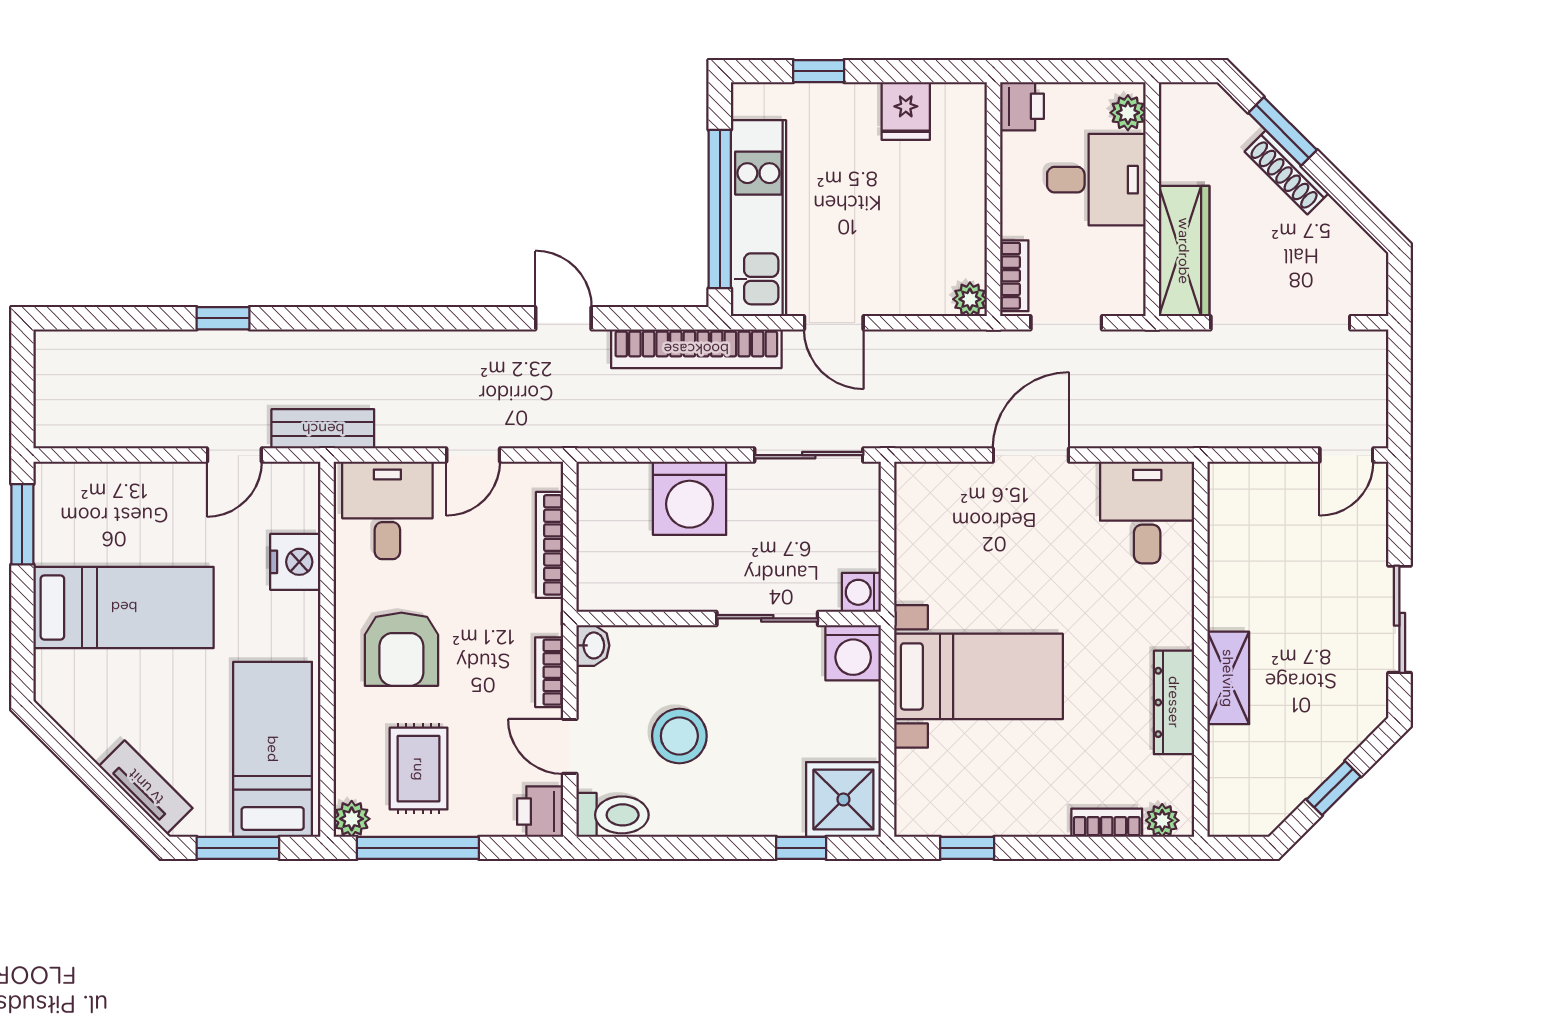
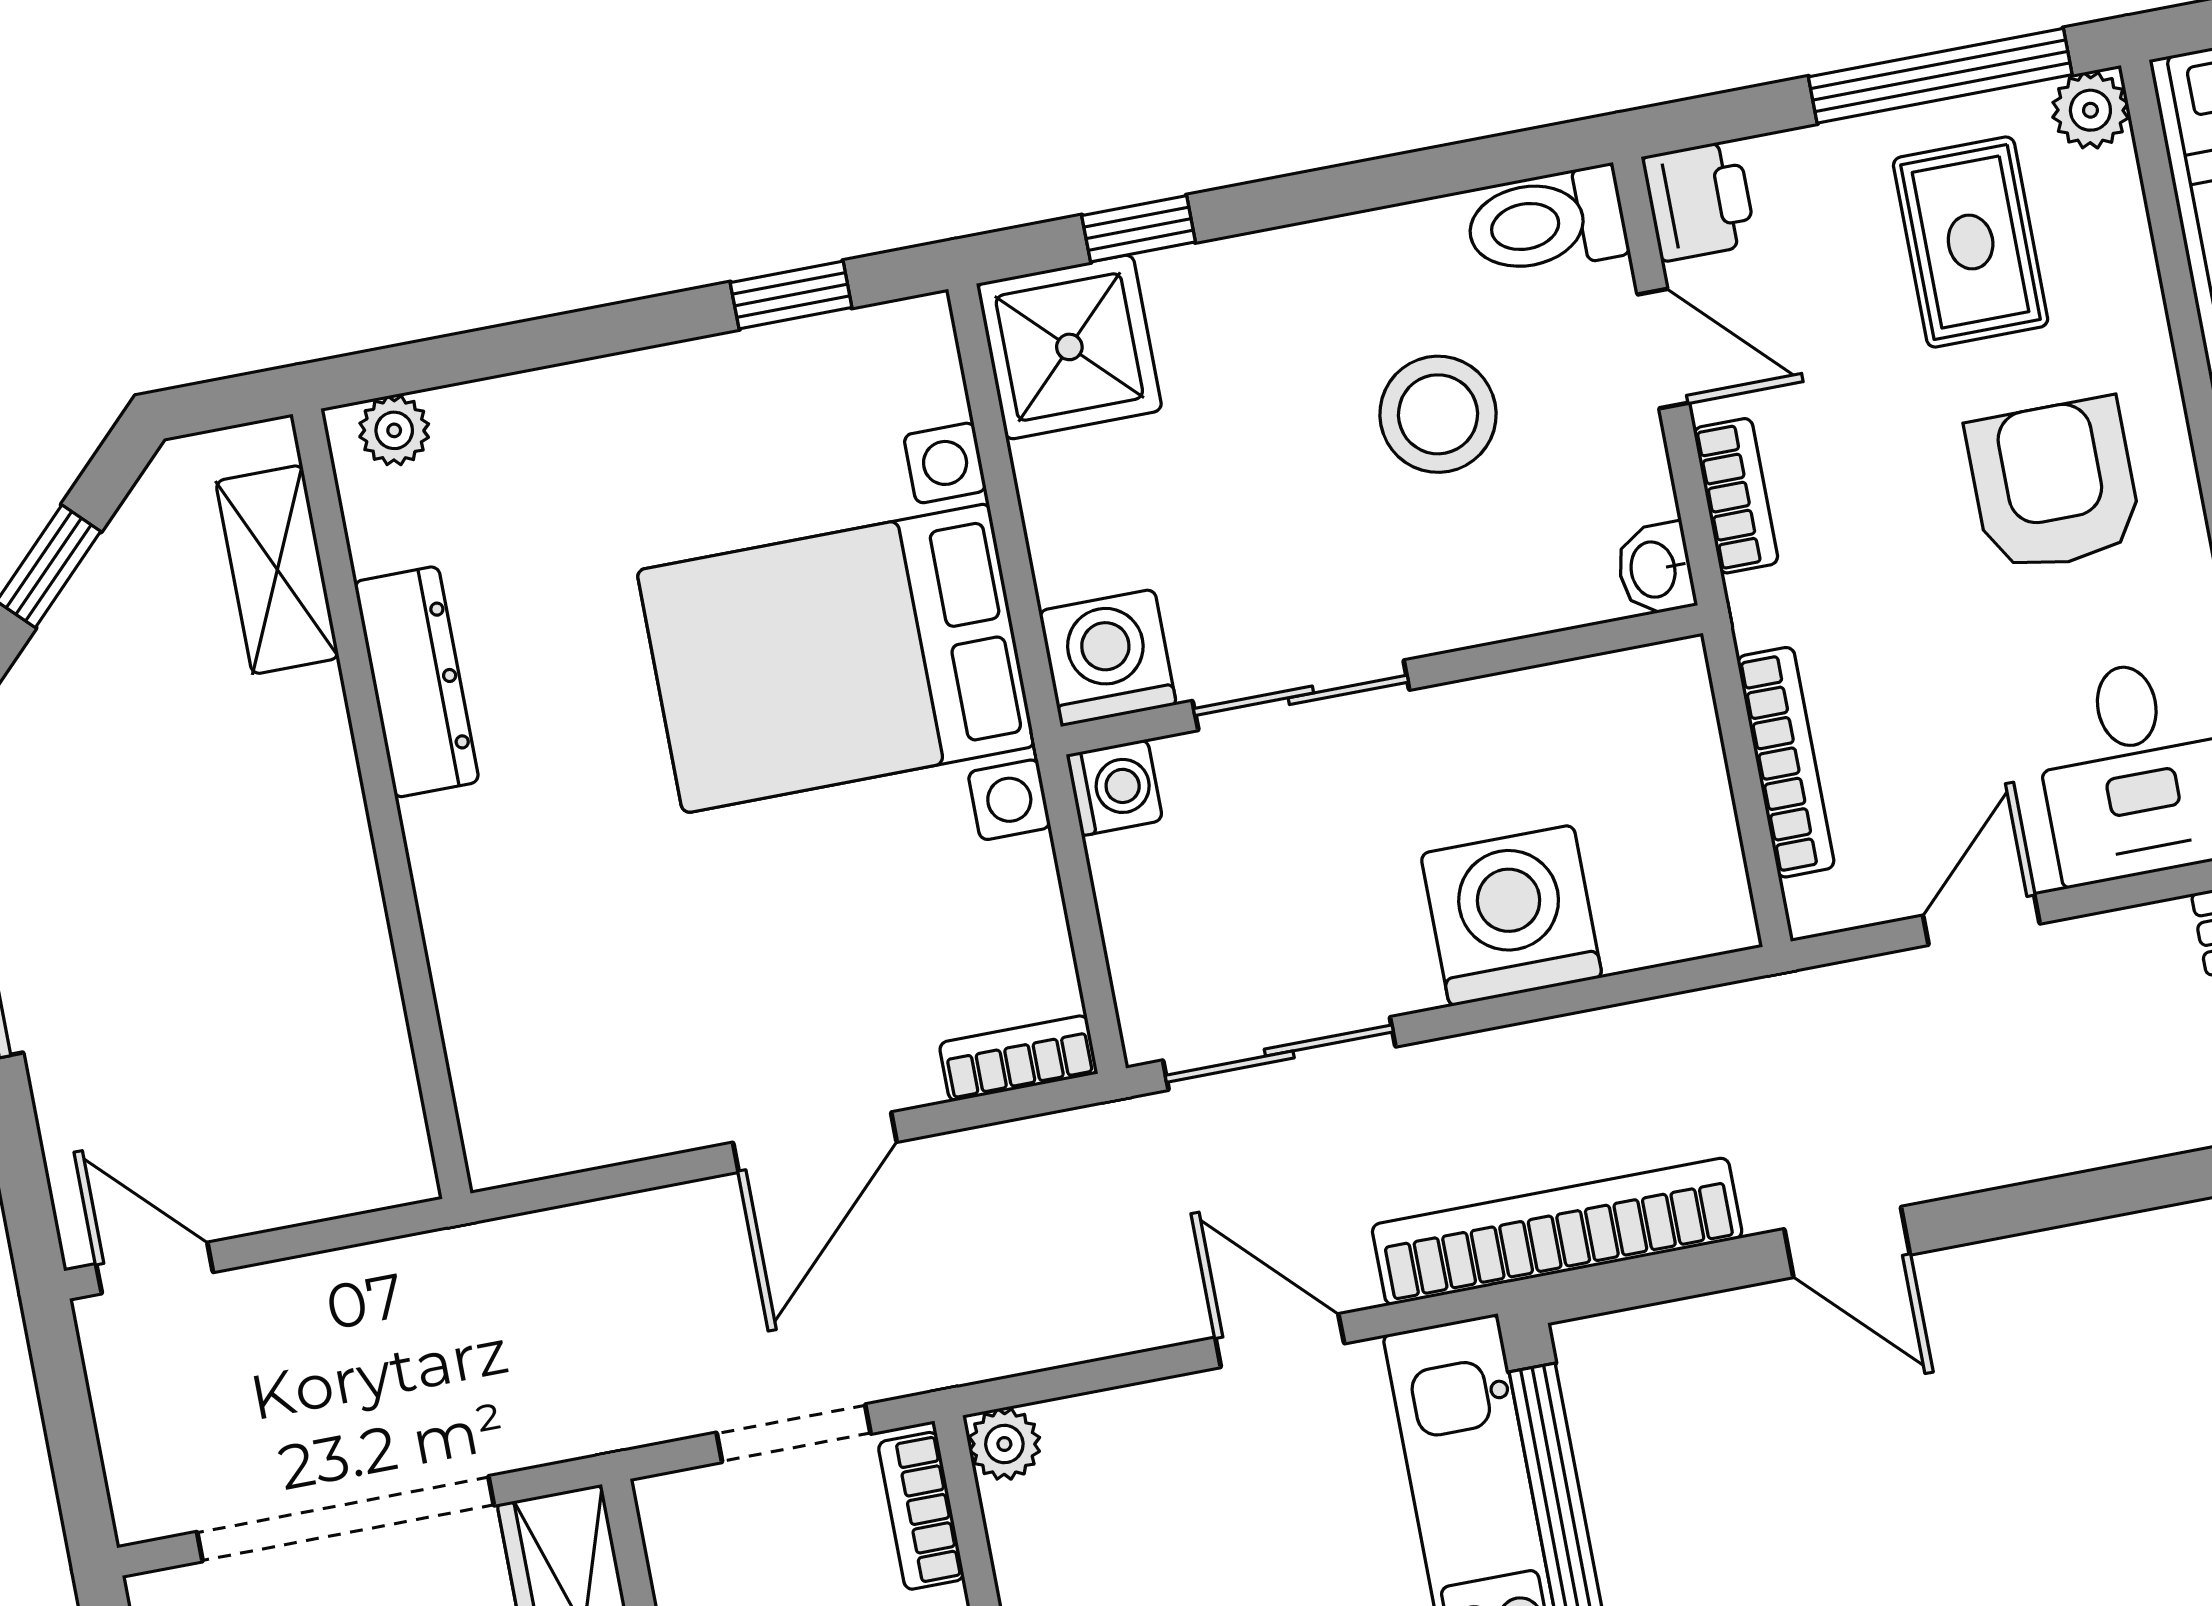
door: (1346, 455) -> (155, 1268), hinge flipped
desk: (1147, 513) -> (549, 1068), removed
bed with nightstands: (978, 676) -> (836, 658), width x1.36
shelving: (1228, 678) -> (277, 570), moved
bookcase: (1107, 823) -> (1018, 1058), moved, turned 180

